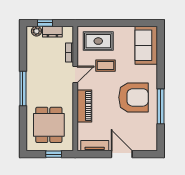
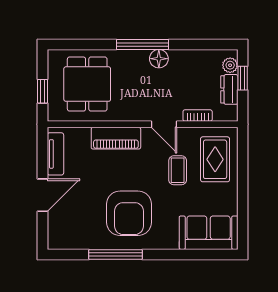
floor lamp: (32, 78) -> (159, 59), added
dining table: (49, 125) -> (87, 84), turned 90

